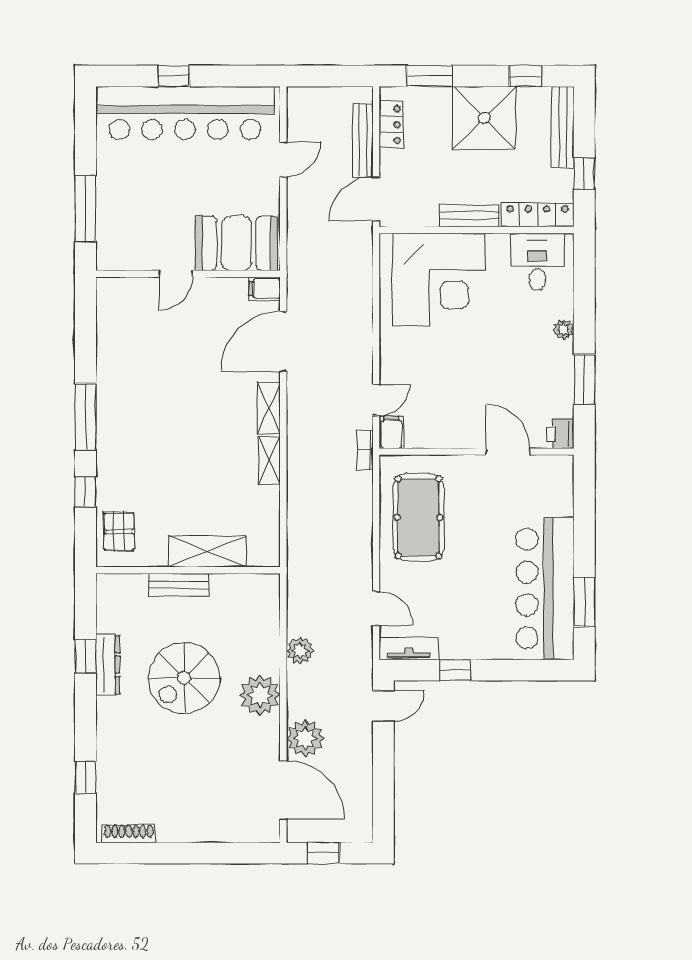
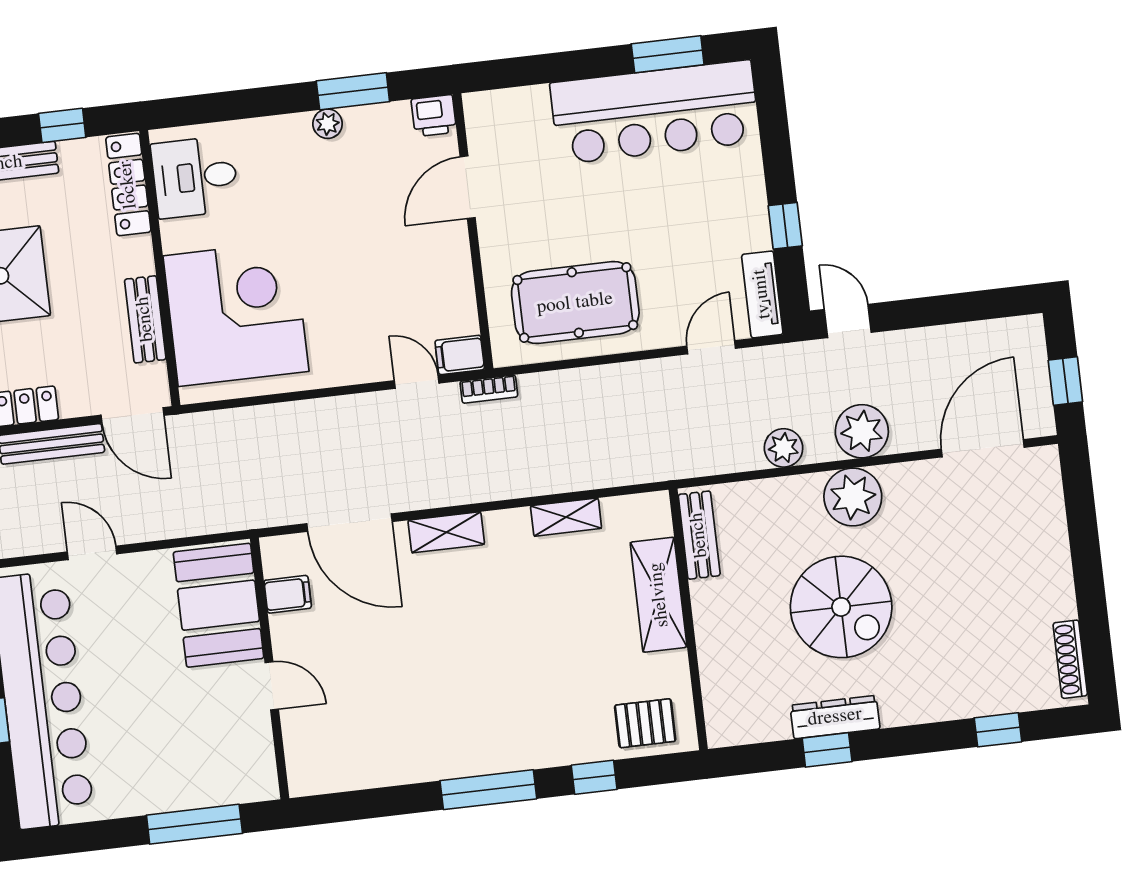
bench: (469, 216) -> (145, 319), moved
filing cabinet: (265, 289) -> (288, 594), moved, turned -90
plant: (564, 329) -> (328, 124), moved
shelving: (269, 460) -> (566, 517), moved
bench: (178, 585) -> (699, 535), moved
plant: (305, 738) -> (862, 431), moved

